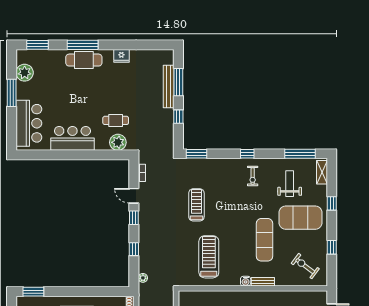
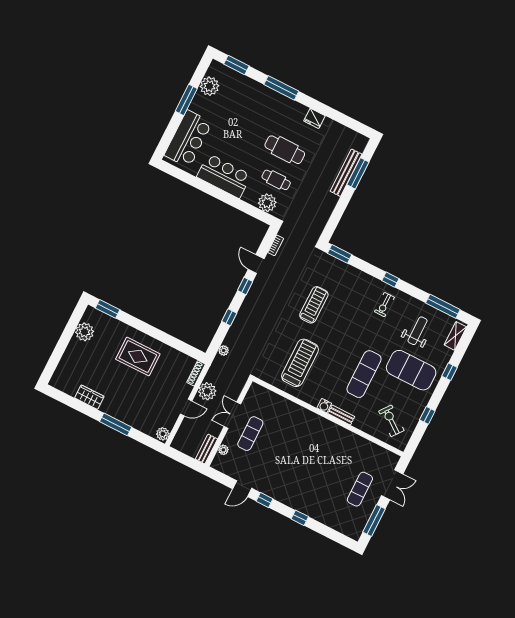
cafe table: (84, 60) -> (285, 150), moved
window: (178, 117) -> (340, 208), removed

